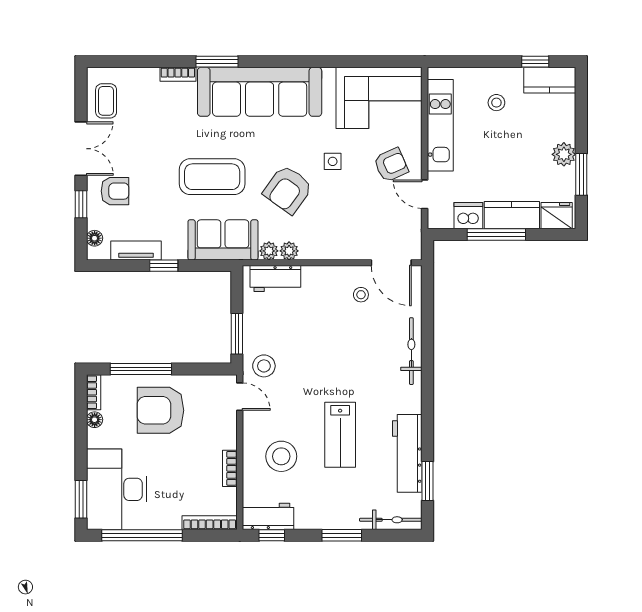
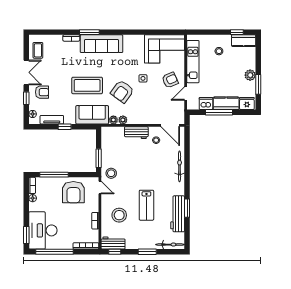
sofa: (260, 92) -> (102, 44), width x0.74, depth x0.79
door: (425, 194) -> (186, 94), hinge flipped
workbench: (275, 278) -> (136, 133), moved
armchair: (160, 410) -> (73, 192), moved, turned -90
window: (428, 481) -> (187, 208), moved

